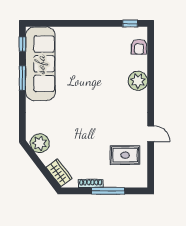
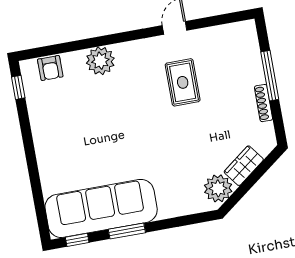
armchair: (139, 47) -> (50, 68), turned 90
rug: (125, 155) -> (183, 82), moved
wardrobe: (59, 173) -> (244, 166), moved

